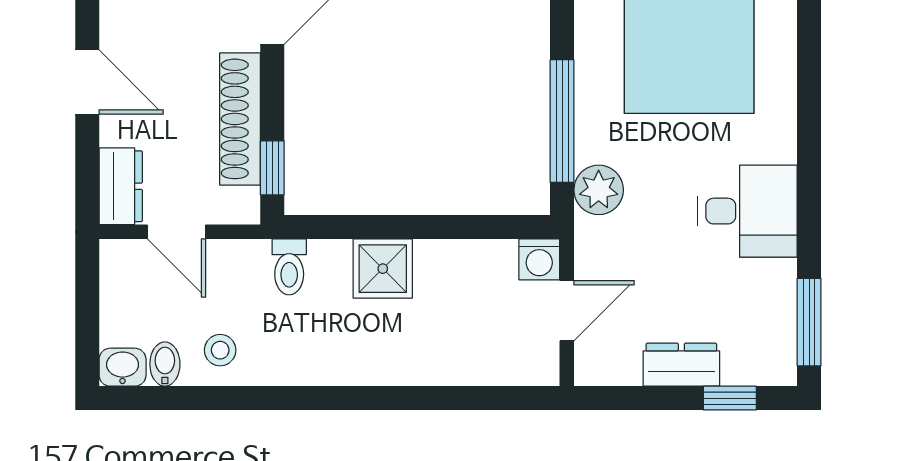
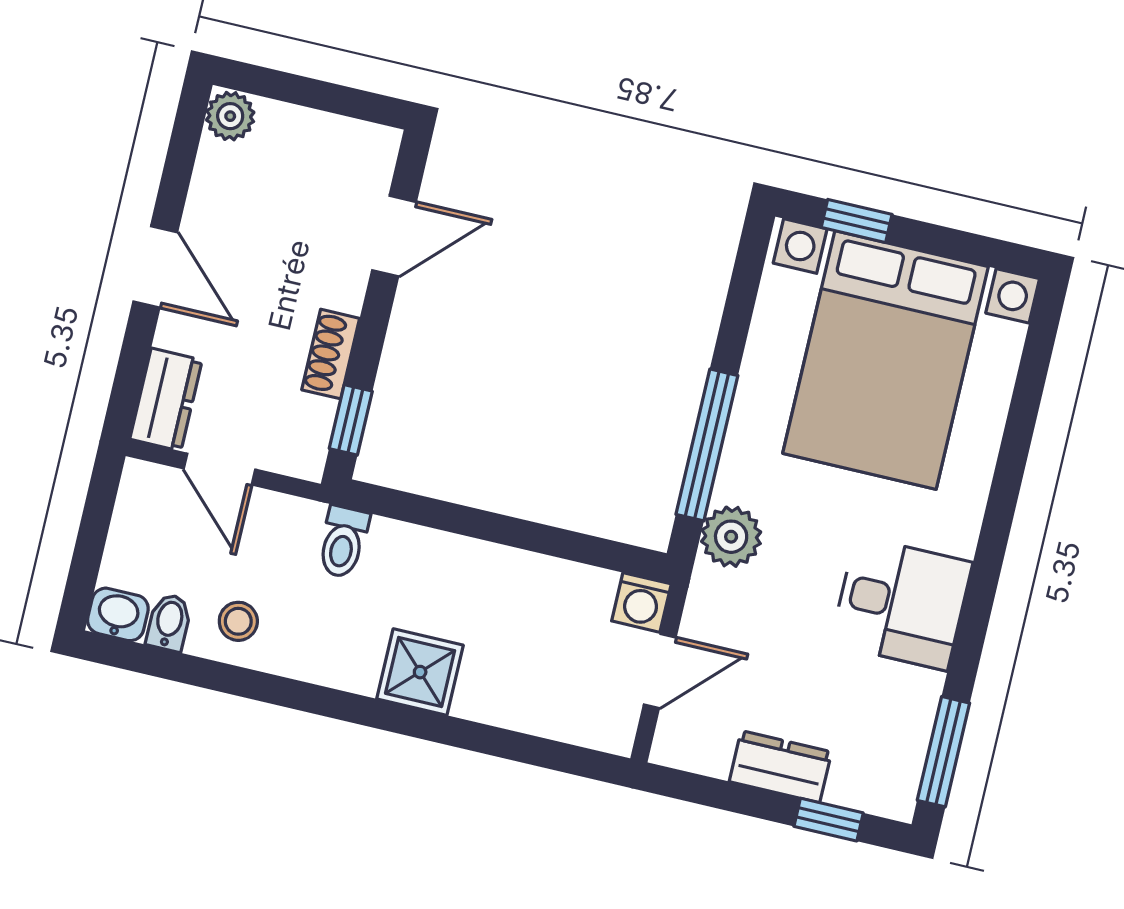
shoe rack: (240, 119) -> (331, 354), width x0.51, depth x0.81
shower: (383, 269) -> (420, 672), moved

